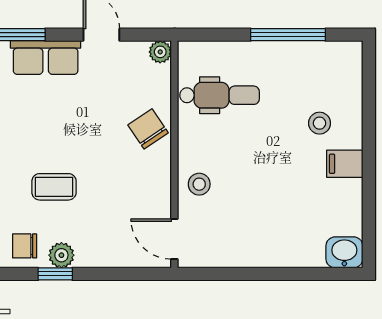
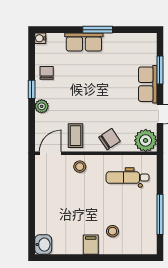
plant: (160, 52) -> (146, 140), width x1.87, depth x1.87
dental chair: (220, 95) -> (128, 178), turned 90
coffee table: (54, 187) -> (76, 136), moved
plant: (61, 255) -> (42, 106), moved

